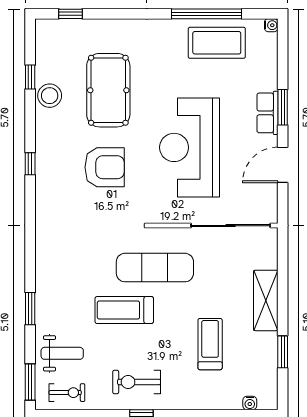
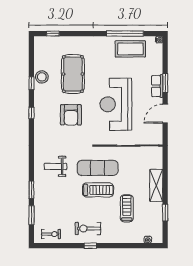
window: (30, 77) -> (31, 83), moved
armchair: (105, 167) -> (71, 115), turned 90
treadmill: (124, 310) -> (98, 190), moved, turned 180
weight bench: (62, 353) -> (55, 166), moved, turned 180
window: (30, 382) -> (31, 215), moved

